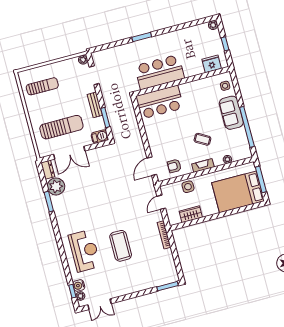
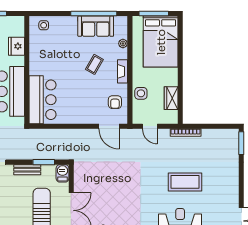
fridge: (212, 64) -> (17, 46), moved
sofa: (231, 113) -> (96, 26), moved

